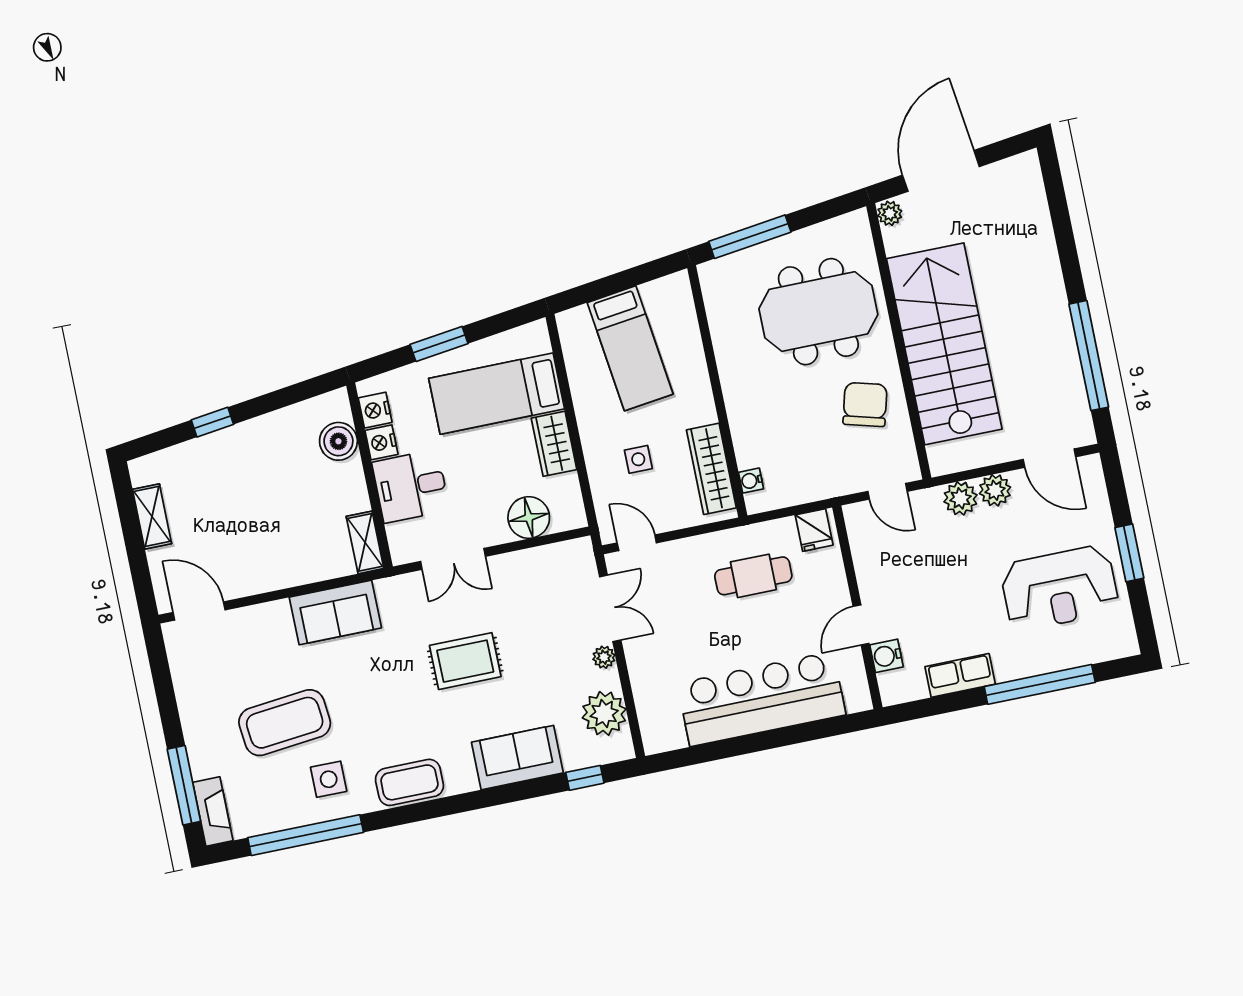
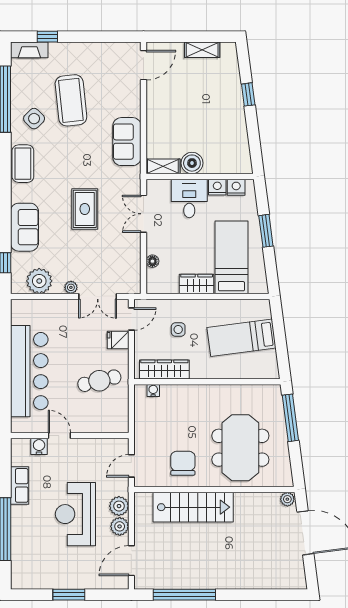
stairs: (944, 344) -> (193, 507), width x0.73, depth x0.66
chair: (865, 404) -> (183, 463), turned -105
boiler: (338, 441) -> (192, 163), moved
floor lamp: (529, 517) -> (152, 261), width x0.53, depth x0.53
fridge: (814, 530) -> (118, 340), moved
cafe table: (753, 576) -> (99, 381), turned 76
reception desk: (1060, 588) -> (75, 514), moved
side table: (329, 779) -> (34, 119), turned 45
window: (184, 785) -> (47, 37), width x0.46

